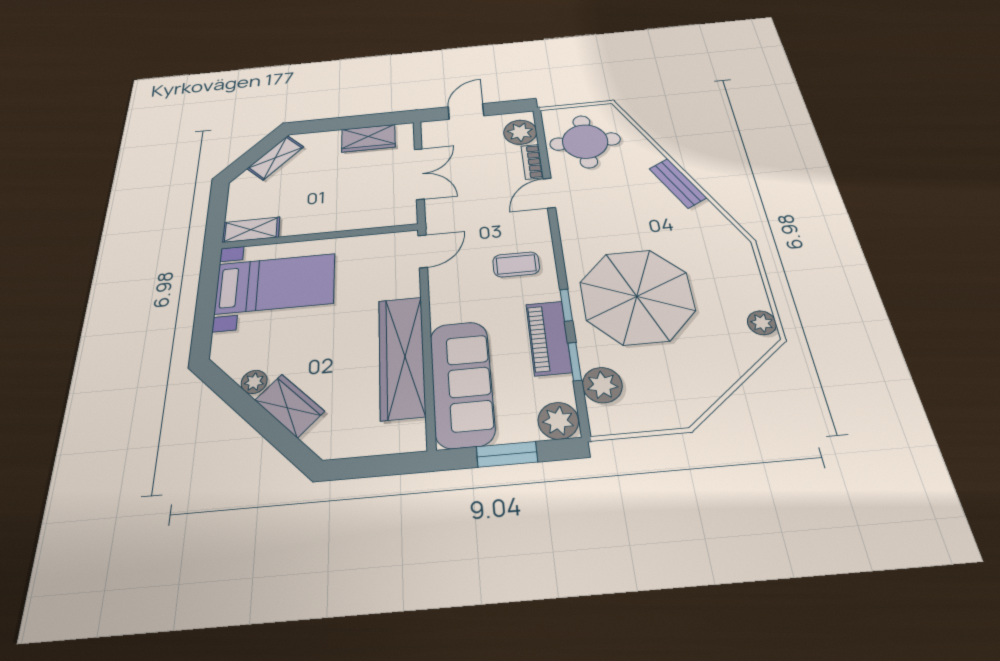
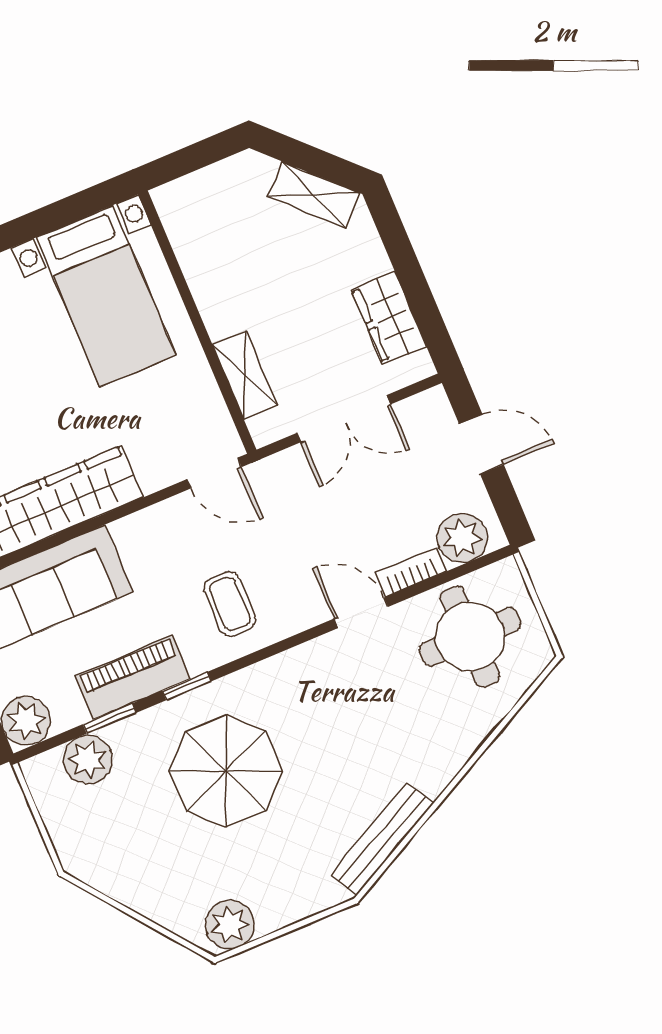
bench: (678, 183) -> (382, 839), moved, width x1.36
shelving: (251, 230) -> (245, 375), moved
parasol: (637, 296) -> (226, 771), width x0.73, depth x0.73
plant: (762, 323) -> (230, 925), width x1.38, depth x1.38

